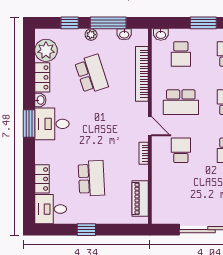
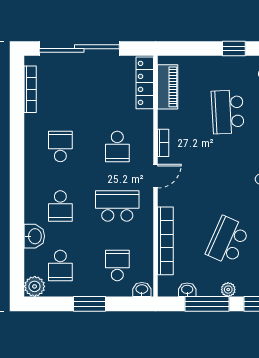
school desk: (91, 74) -> (228, 241), turned 42
door: (150, 126) -> (156, 176), swing flipped
locker: (159, 202) -> (145, 83), added

